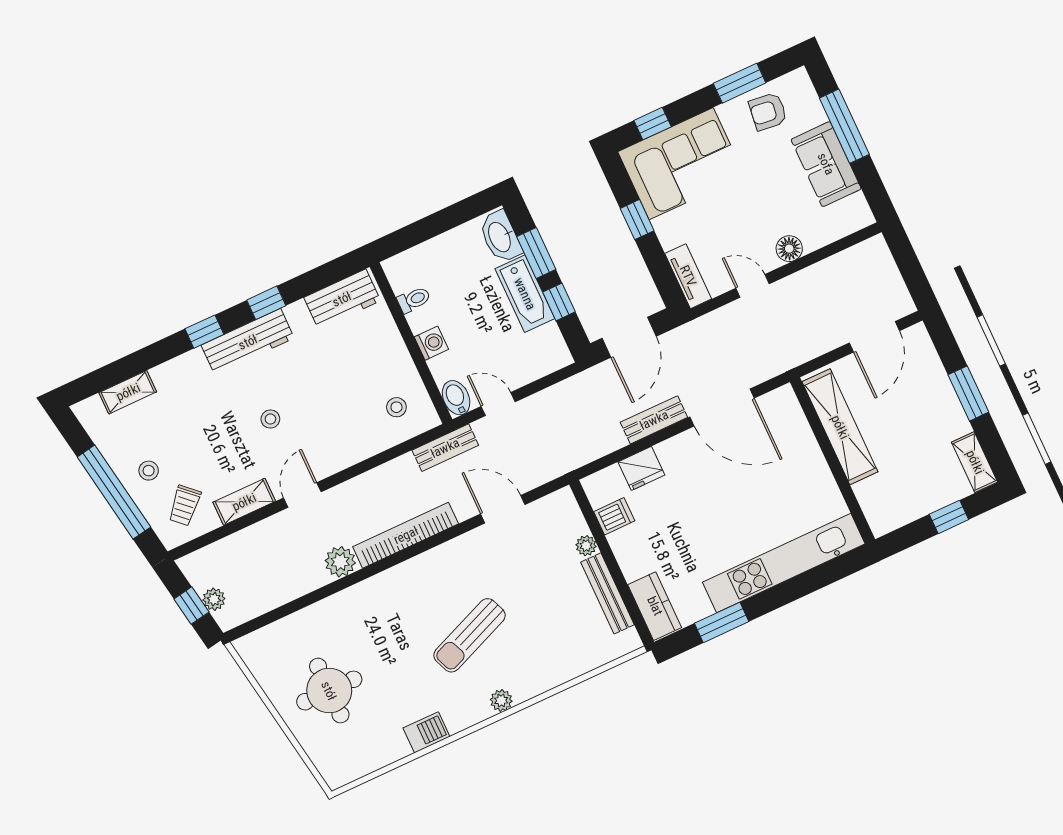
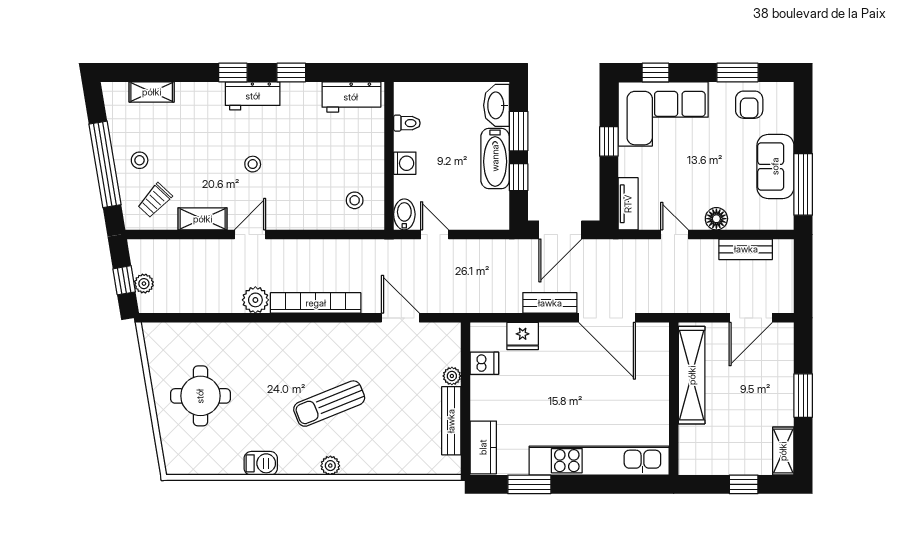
armchair: (768, 112) -> (749, 105), turned -97
window: (844, 126) -> (803, 184), moved
workbench: (248, 342) -> (253, 96), width x0.73
bench: (445, 448) -> (746, 249), moved

